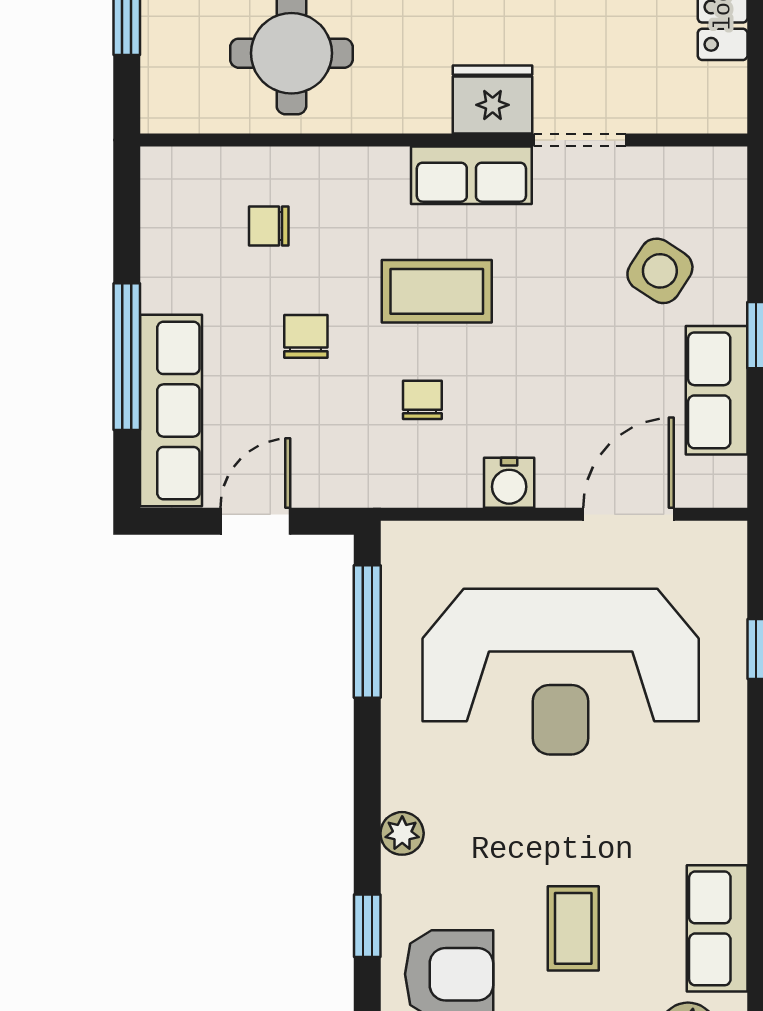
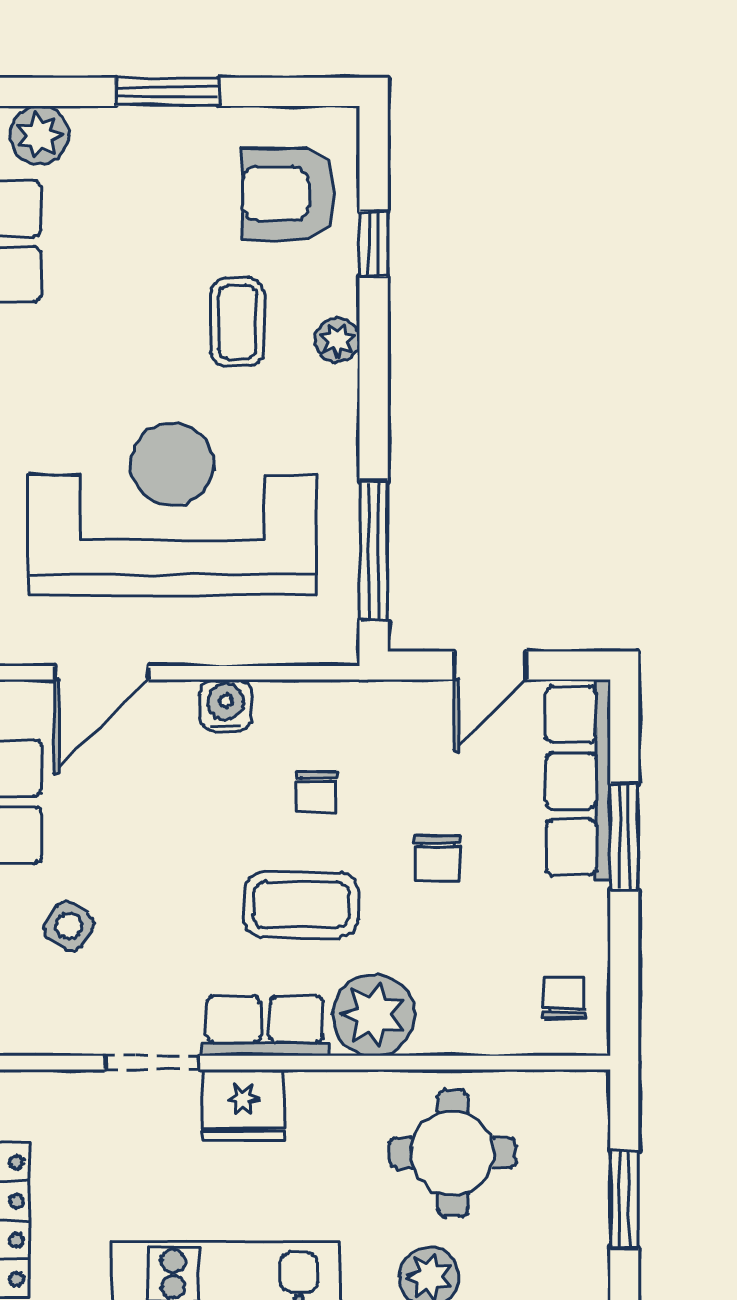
plant: (367, 186) -> (373, 1015), added
chair: (269, 226) -> (564, 998), moved, turned -90
side table: (660, 271) -> (69, 926), width x0.73, depth x0.73
window: (127, 357) -> (624, 837), width x0.69
coffee table: (573, 928) -> (237, 322), moved

